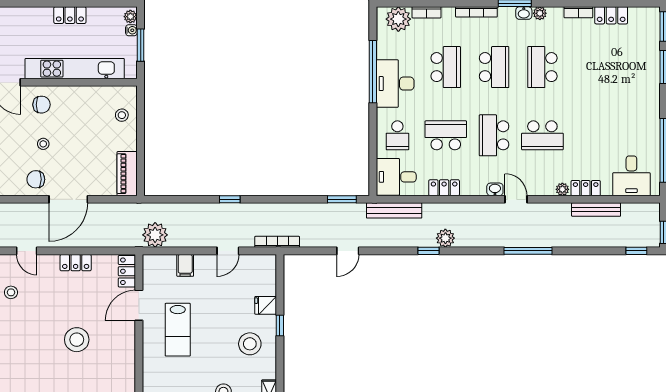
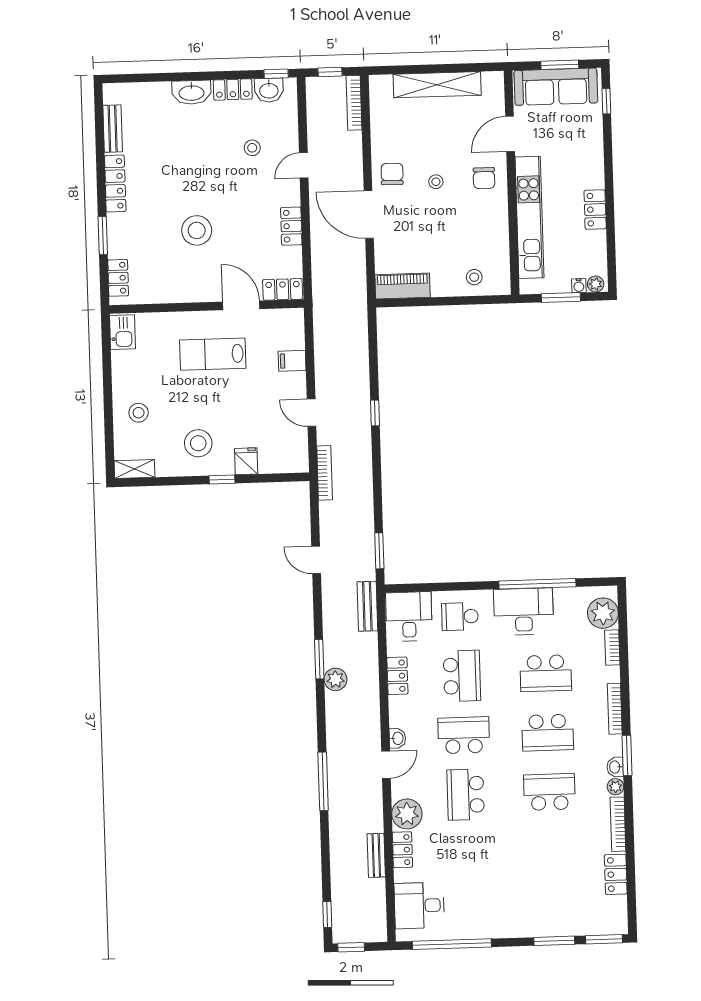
bookcase: (578, 12) -> (618, 824), width x1.56
plant: (562, 189) -> (407, 814), width x1.88, depth x1.88
bench: (394, 210) -> (367, 606), width x0.73
bench: (596, 210) -> (376, 855), width x0.73
plant: (155, 235) -> (328, 323), removed
window: (429, 251) -> (319, 659), width x1.50

